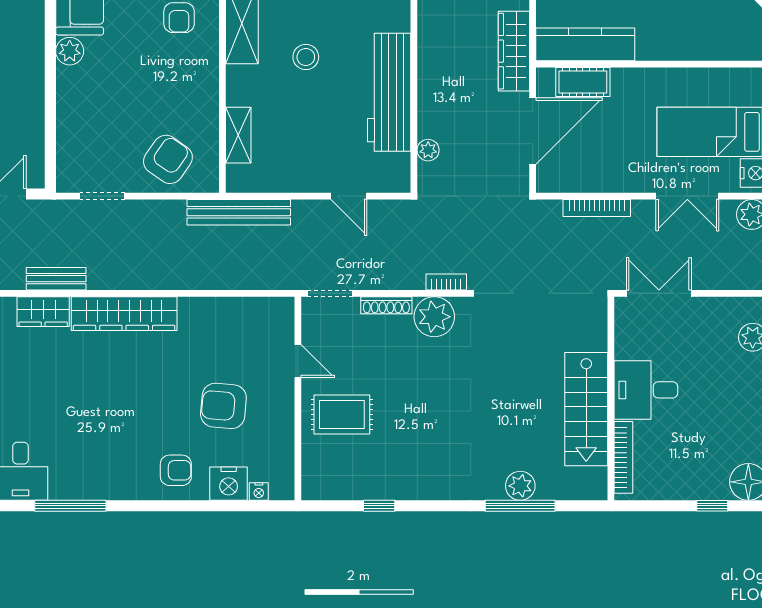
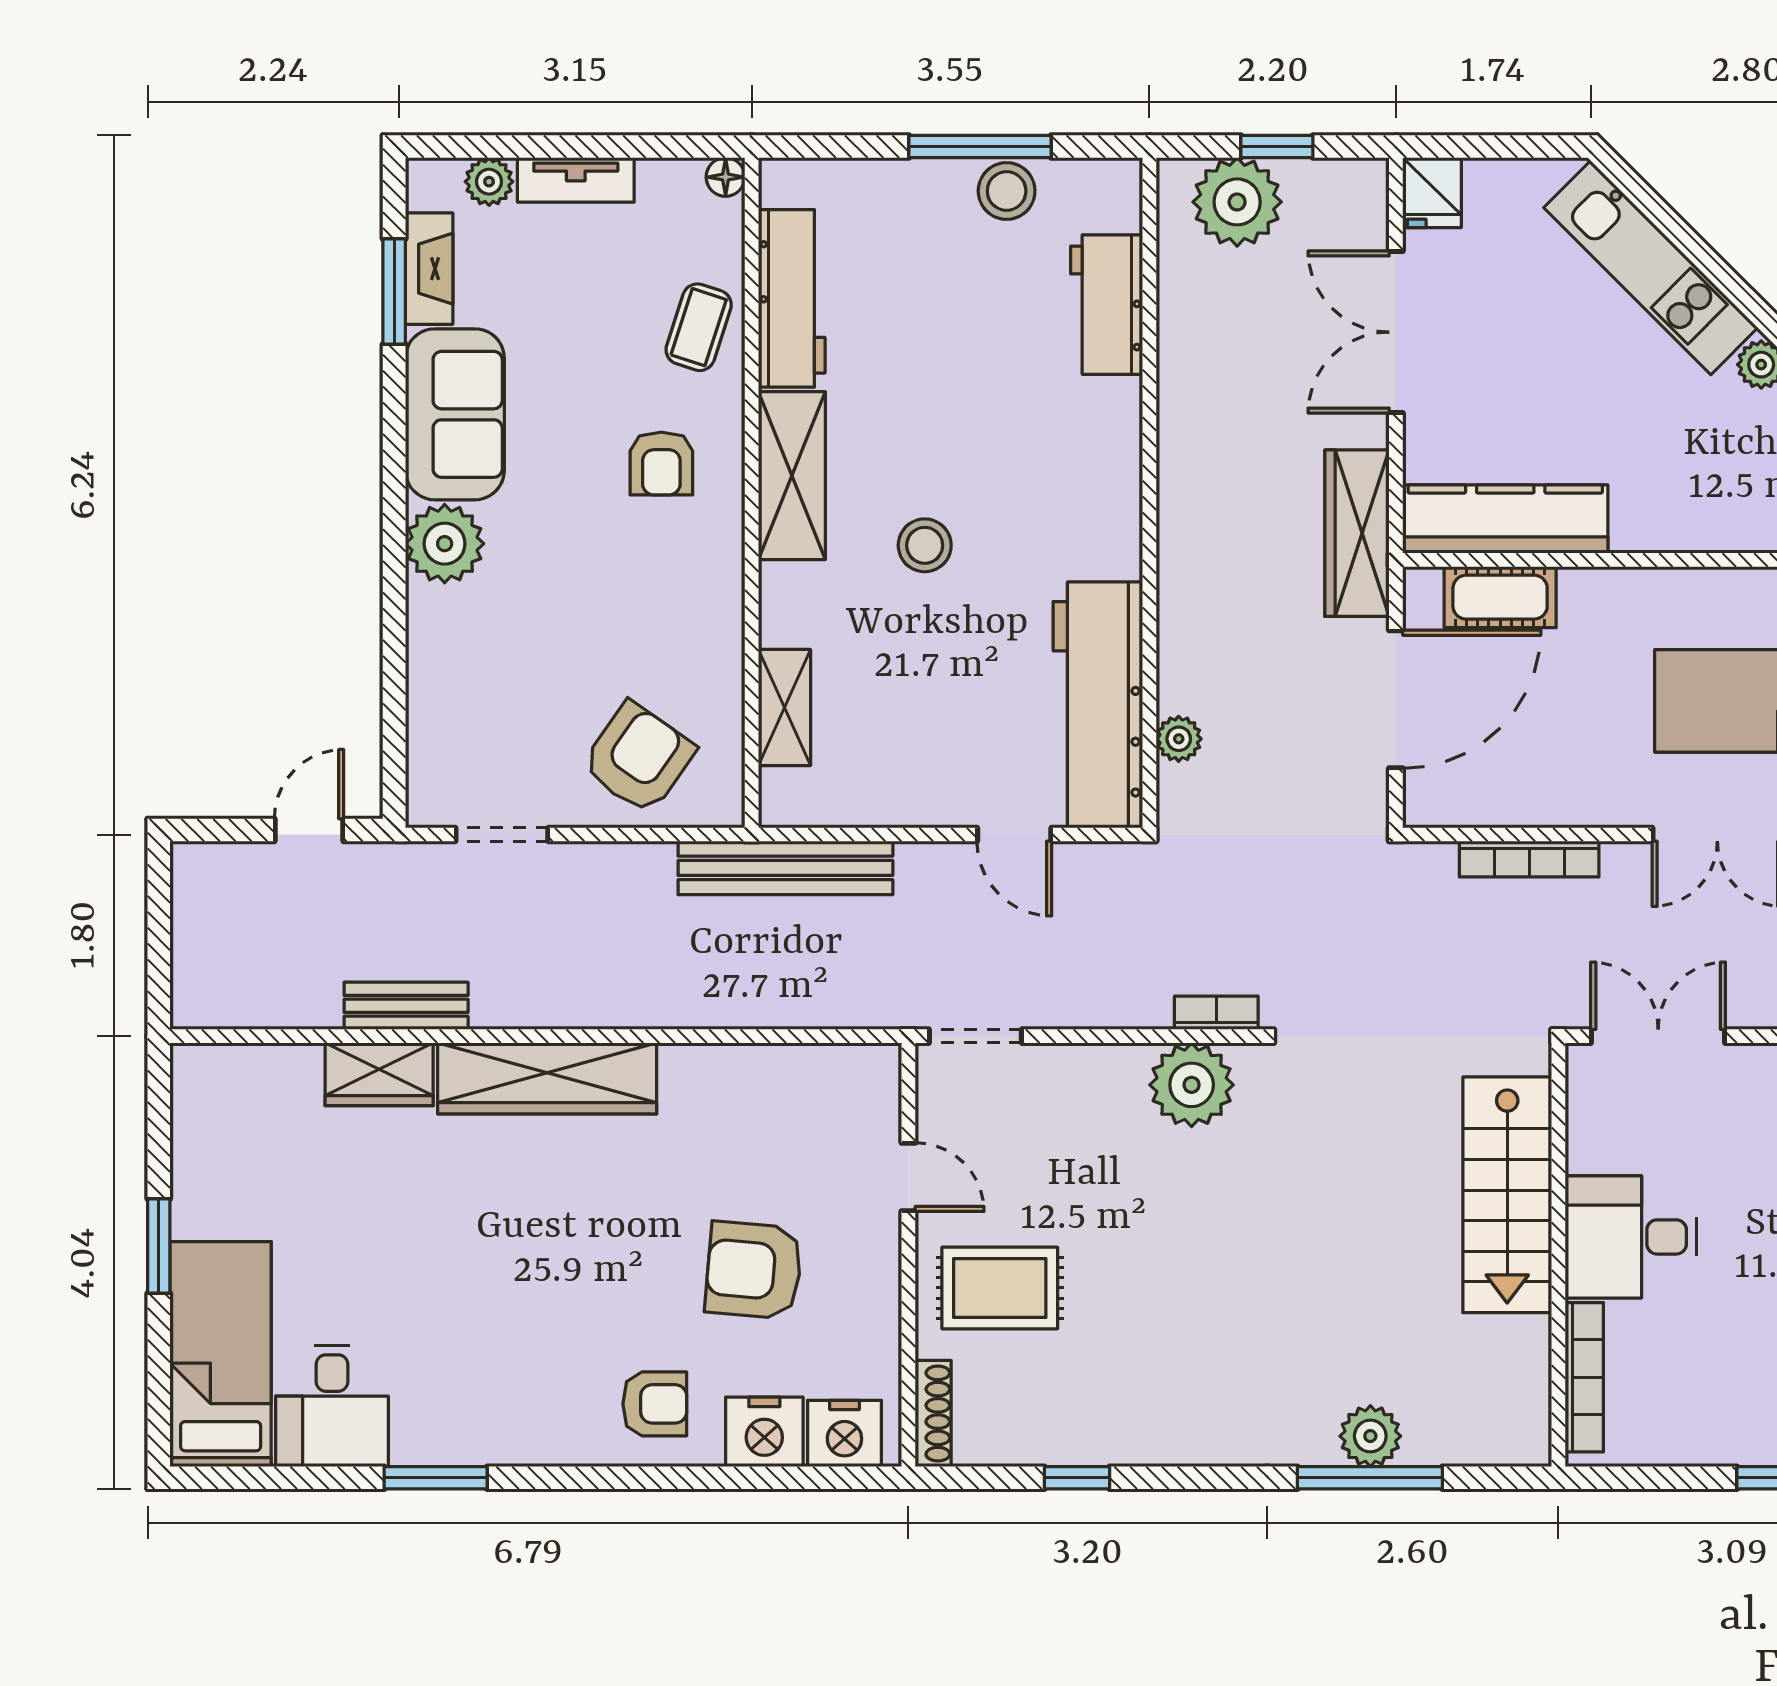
plant: (70, 51) -> (445, 544), width x1.36, depth x1.36
workbench: (389, 92) -> (1098, 705), moved
shoe rack: (386, 305) -> (933, 1414), moved, turned -90
stairs: (586, 409) -> (1507, 1195), moved
nightstand: (259, 492) -> (844, 1433), width x1.89, depth x1.79
window: (70, 506) -> (436, 1478), width x0.69

